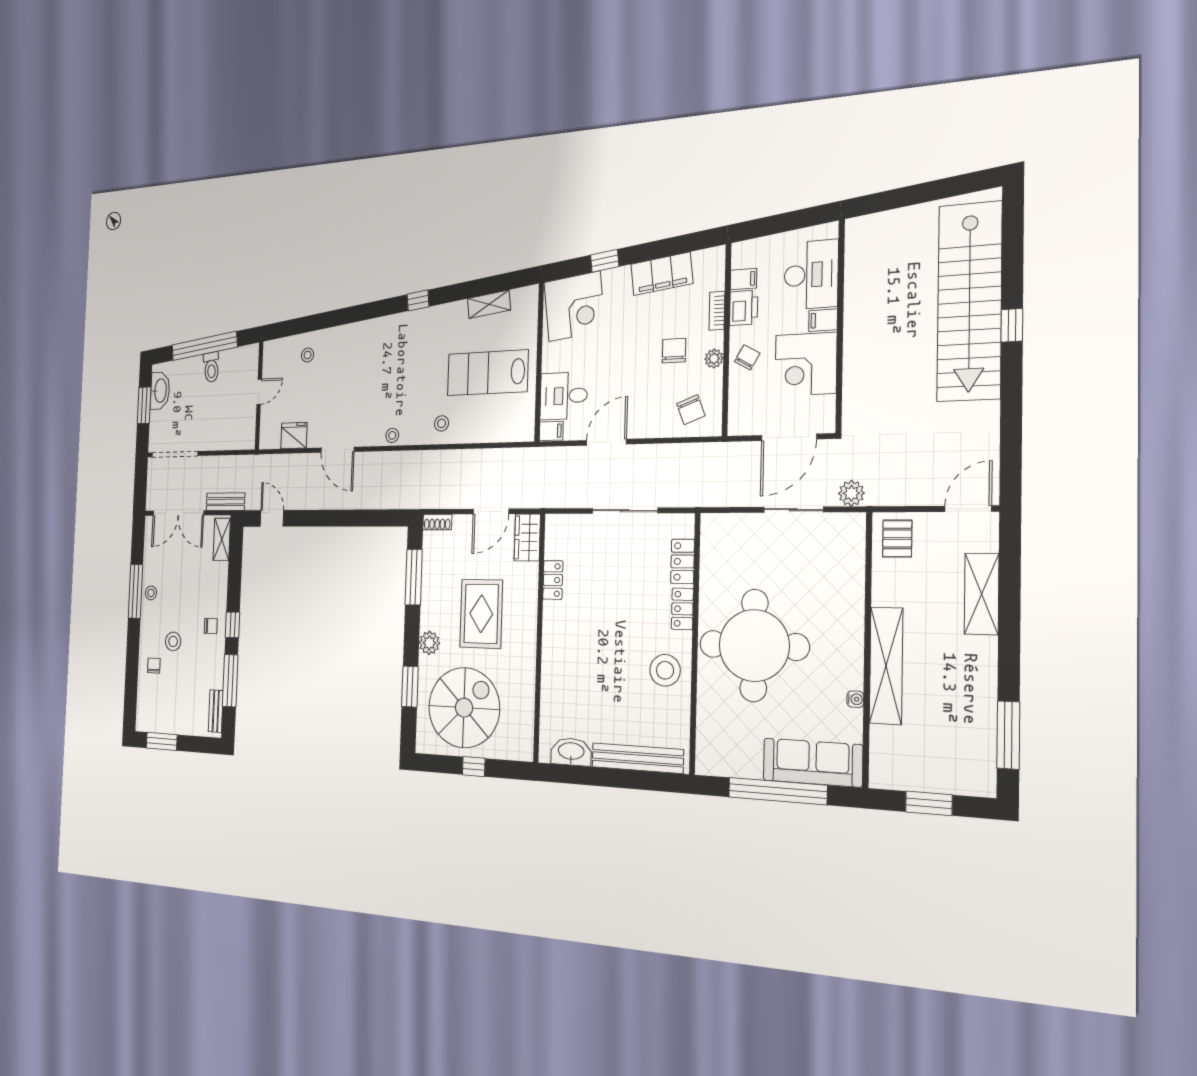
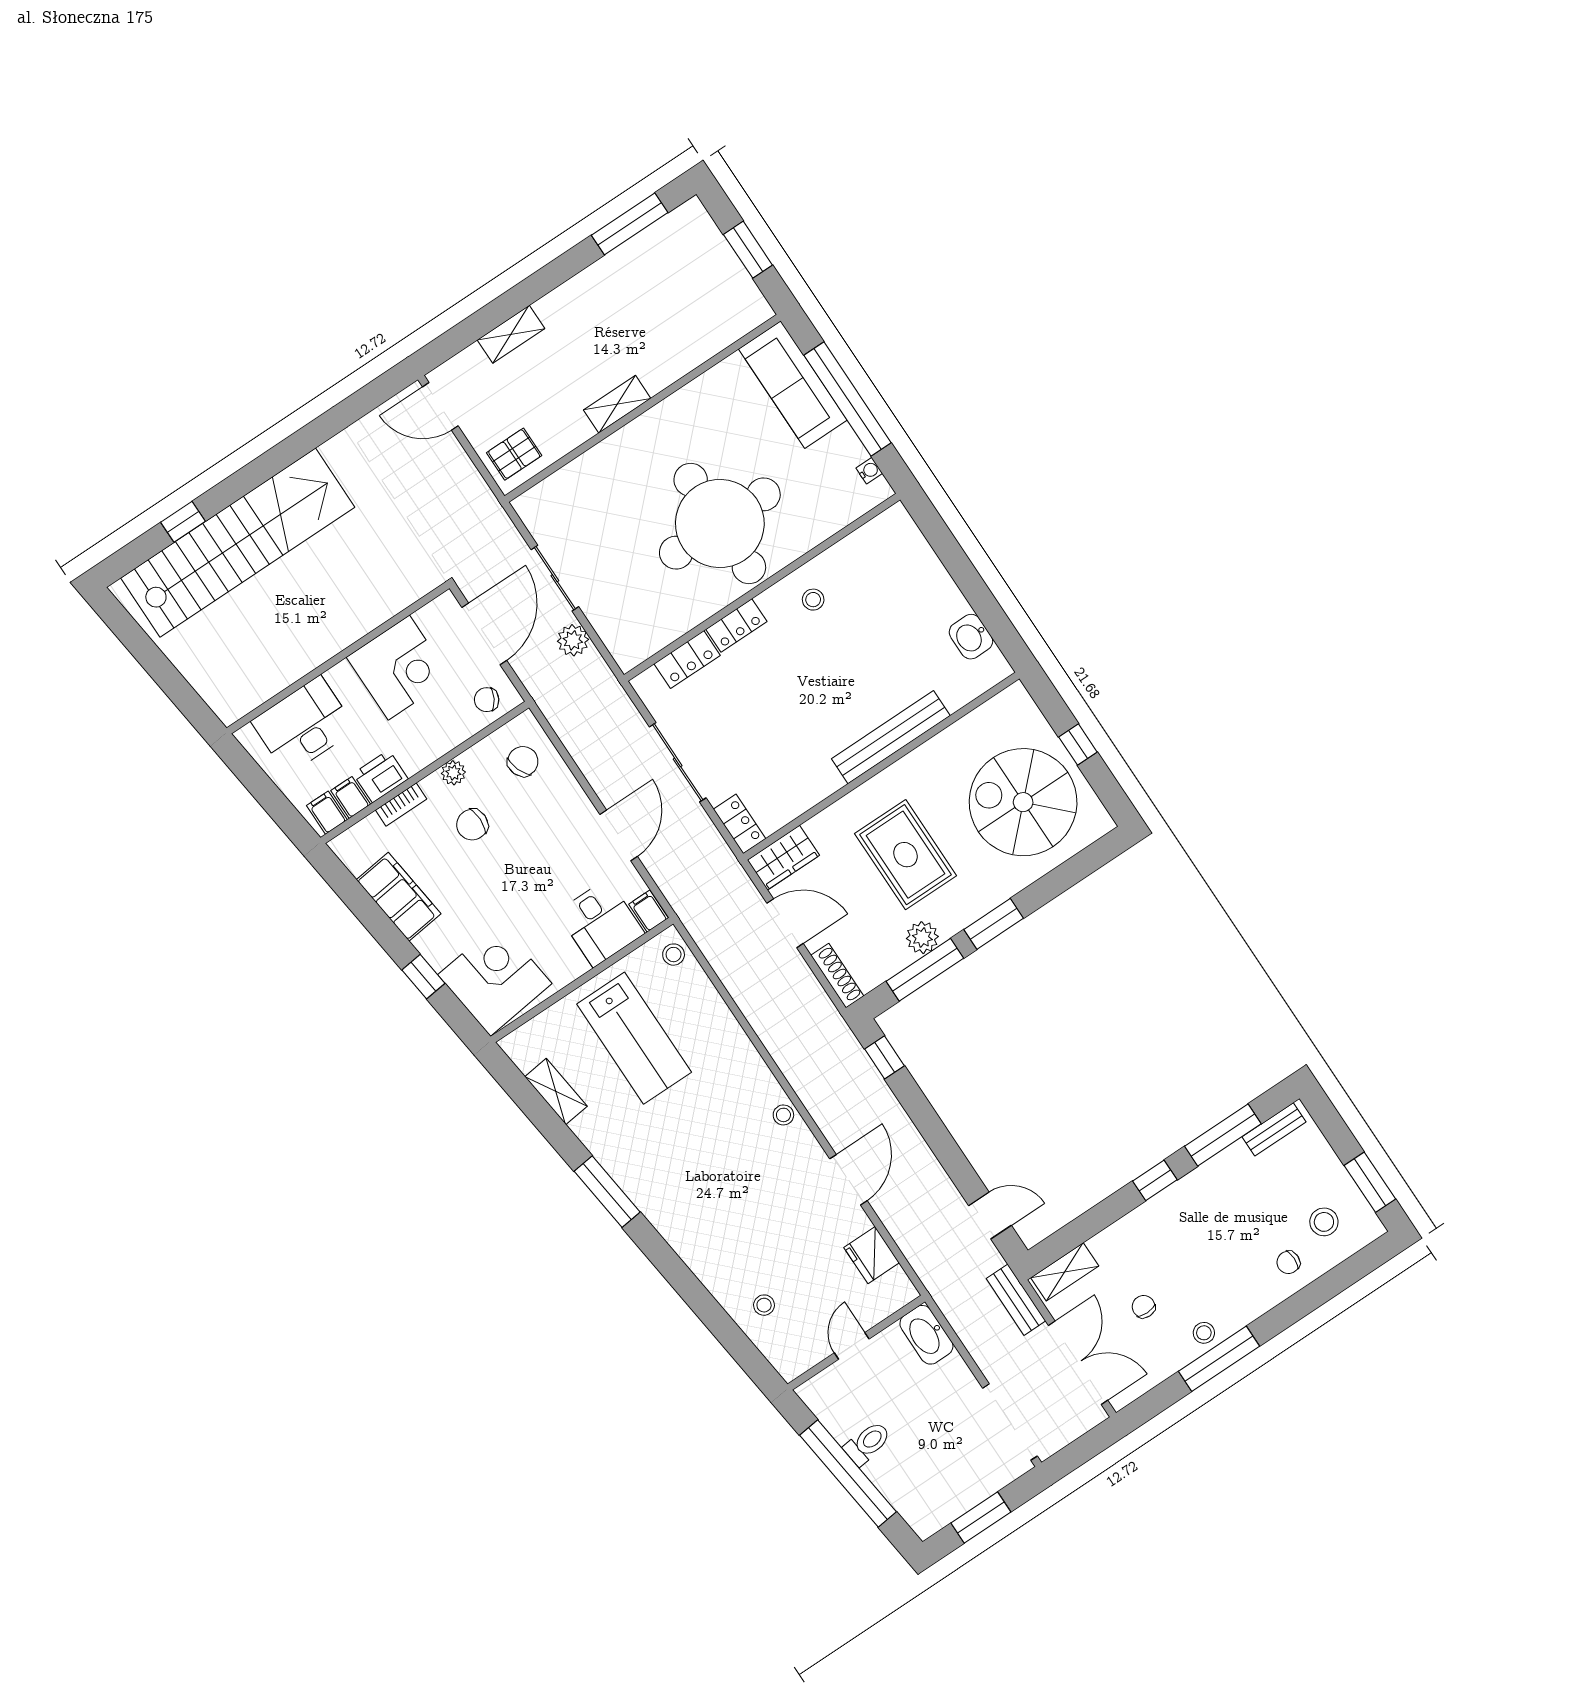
window: (418, 300) -> (607, 1192), width x2.17
filing cabinet: (823, 320) -> (327, 813), moved, turned 180
window: (1012, 325) -> (183, 522), moved
chair: (747, 357) -> (487, 700), moved
washbasin: (160, 391) -> (926, 1335), moved, turned -90
door: (259, 392) -> (852, 1346), hinge flipped
stool: (442, 423) -> (674, 955), moved
door: (789, 437) -> (484, 634), hinge flipped
door: (606, 442) -> (619, 835), swing flipped
plant: (851, 493) -> (573, 640), moved
door: (272, 518) -> (990, 1215), swing flipped
window: (384, 518) -> (884, 1057), added
shoe rack: (437, 522) -> (837, 976), width x1.43
locker: (553, 580) -> (740, 824), moved, turned 90
shelving: (982, 594) -> (511, 334), width x0.67, depth x0.75
rug: (481, 614) -> (906, 855), turned 90
chair: (211, 626) -> (1144, 1307), moved
stool: (173, 641) -> (1324, 1222), moved
plant: (429, 643) -> (922, 938), moved
shelving: (886, 666) -> (617, 404), width x0.45, depth x0.75
stool: (665, 670) -> (813, 600), width x0.53, depth x0.53
window: (410, 687) -> (994, 924), moved
water cooler: (855, 699) -> (869, 471), moved, turned 90
washbasin: (571, 752) -> (971, 637), width x0.72
bench: (637, 758) -> (891, 737), moved, turned 90

